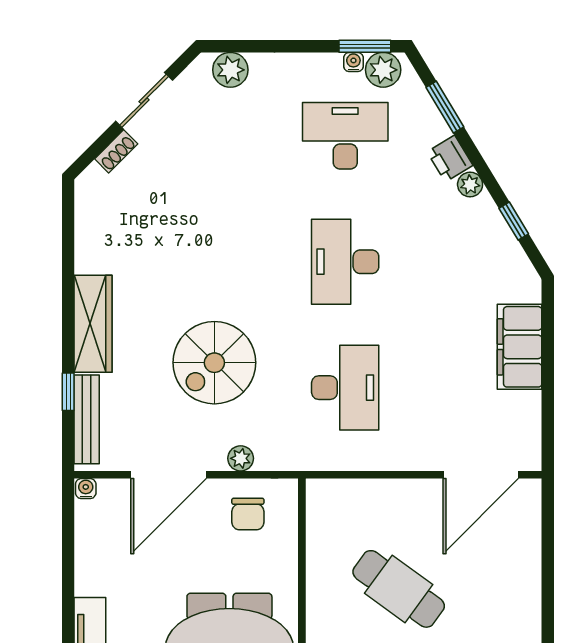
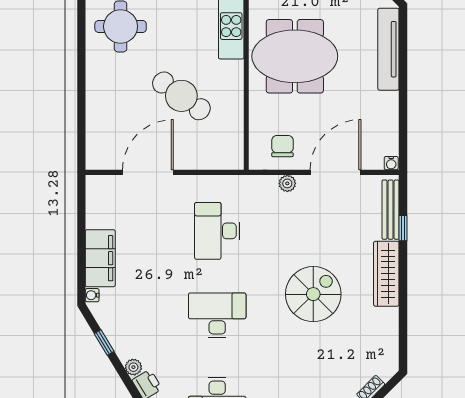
desk: (345, 262) -> (217, 315), turned -90
water cooler: (532, 292) -> (92, 295), added
spiral stairs: (214, 363) -> (313, 294), moved
door: (481, 475) -> (148, 172), moved

